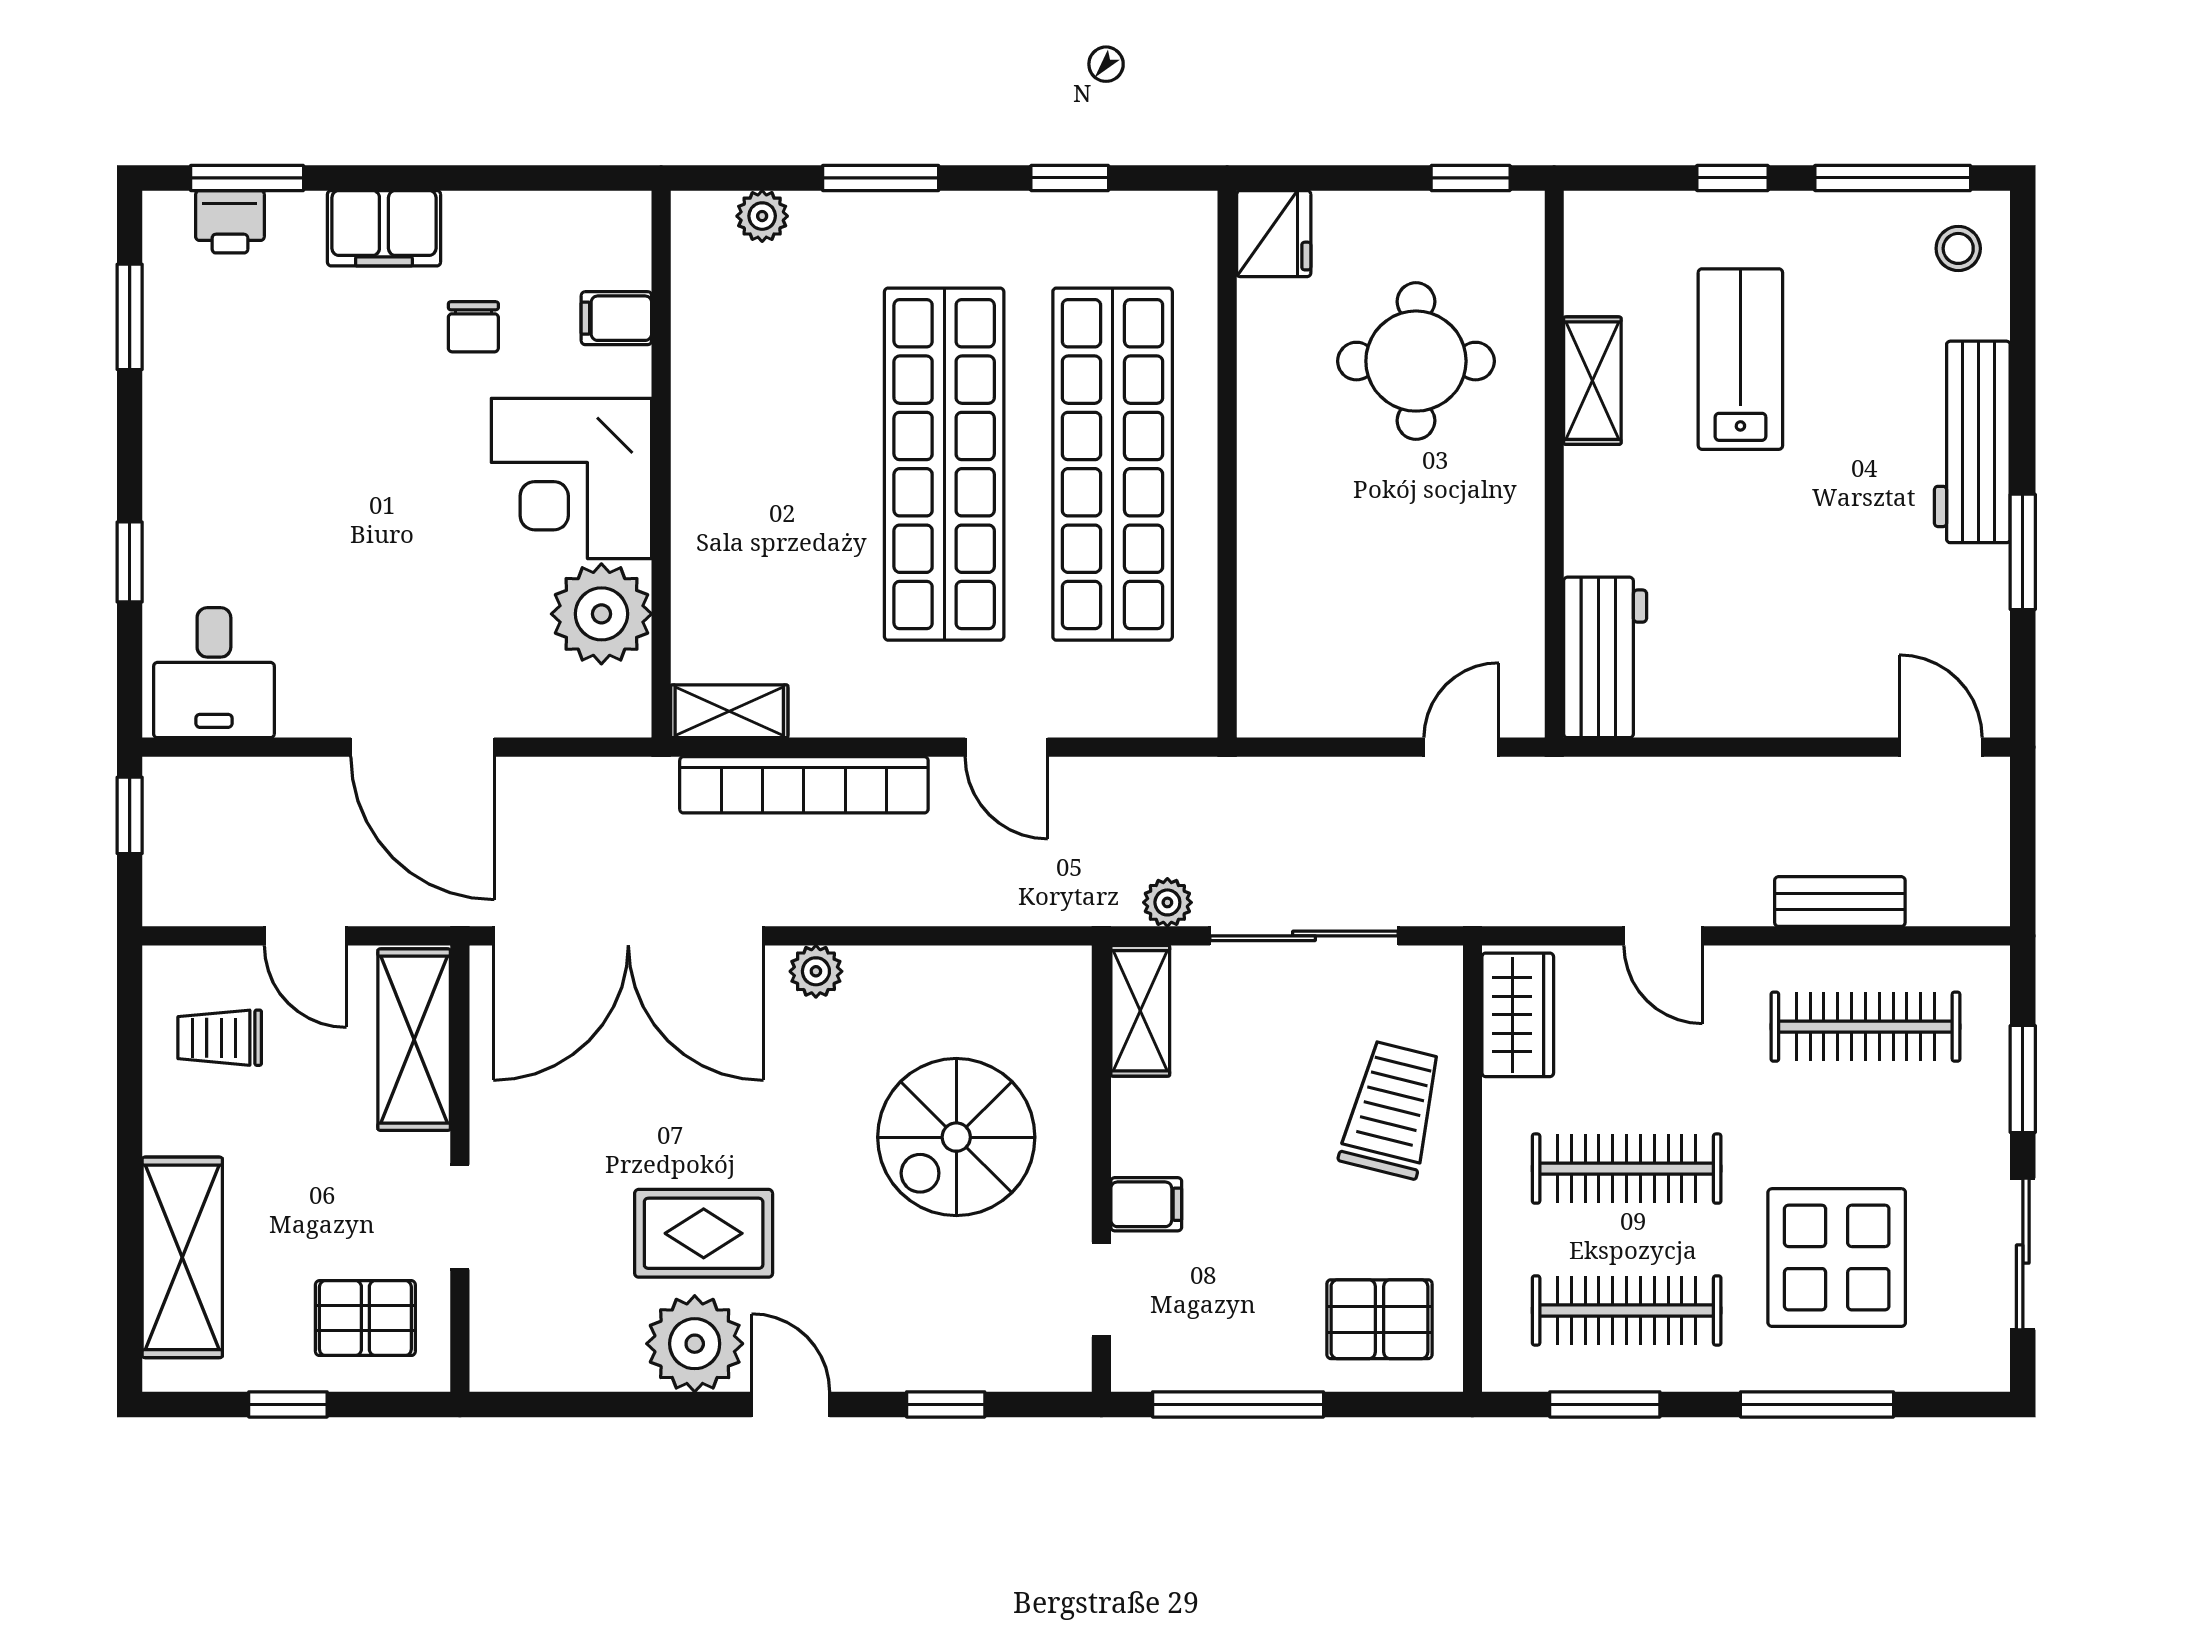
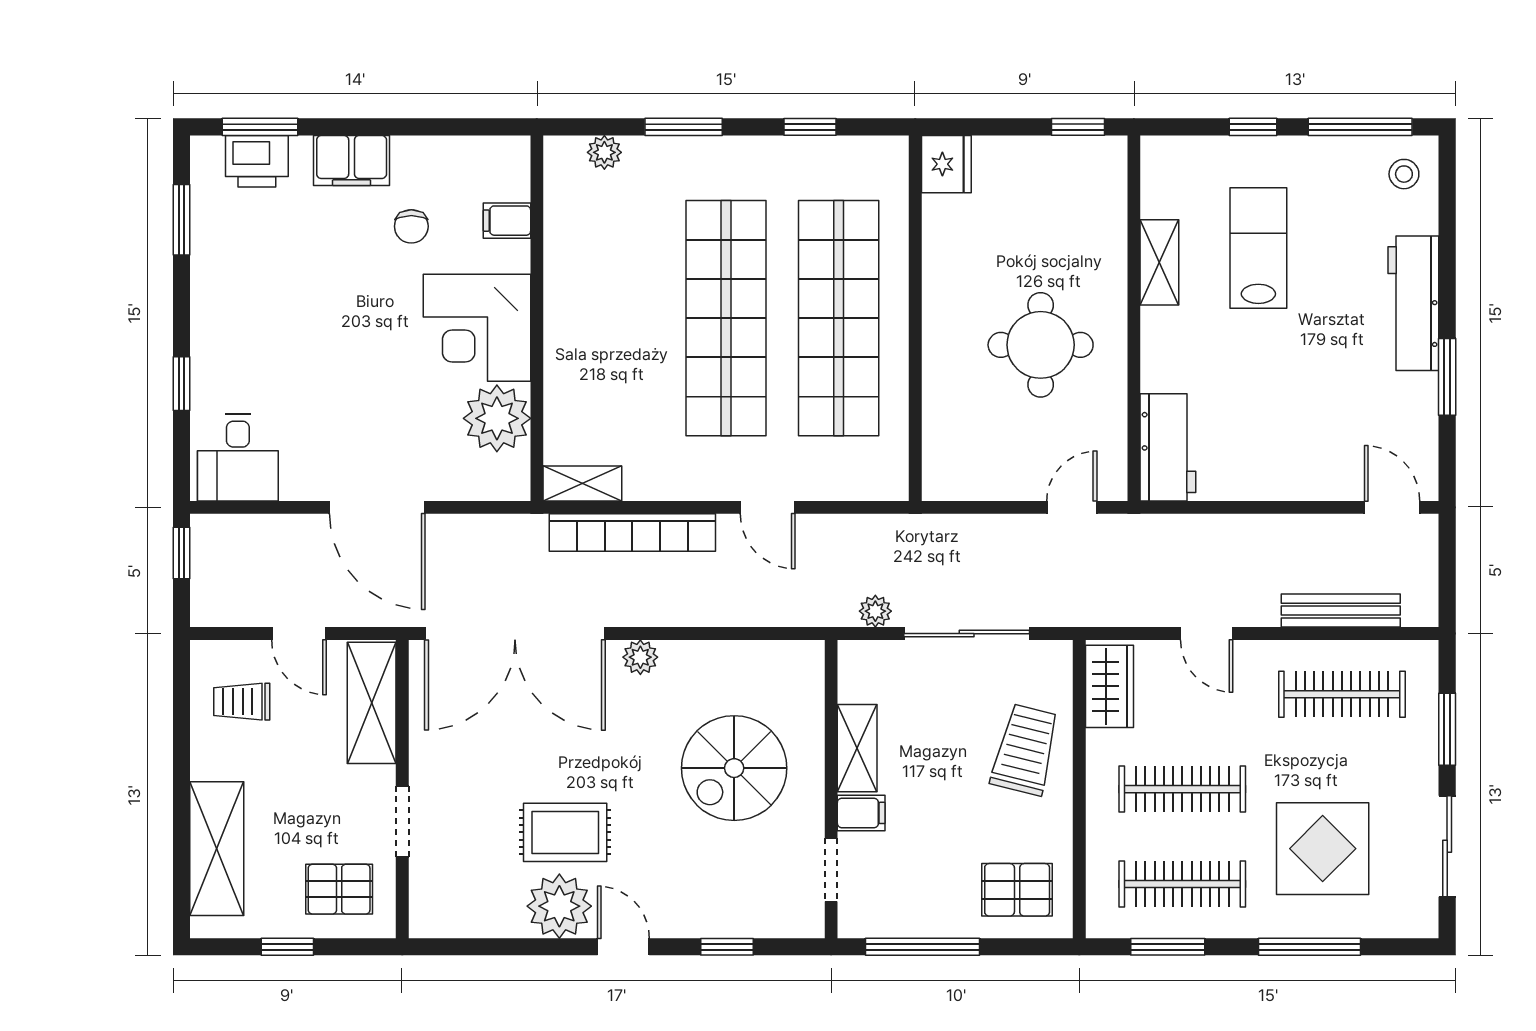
printer: (230, 222) -> (257, 161), width x1.36, depth x1.24
round table: (1416, 361) -> (1041, 345), moved
bench: (1840, 902) -> (1341, 611), width x1.36
shelving: (1140, 1011) -> (857, 748), moved

